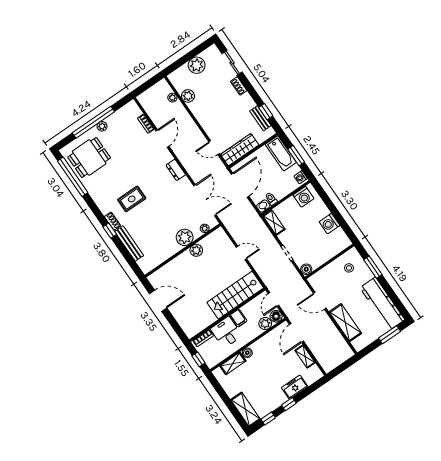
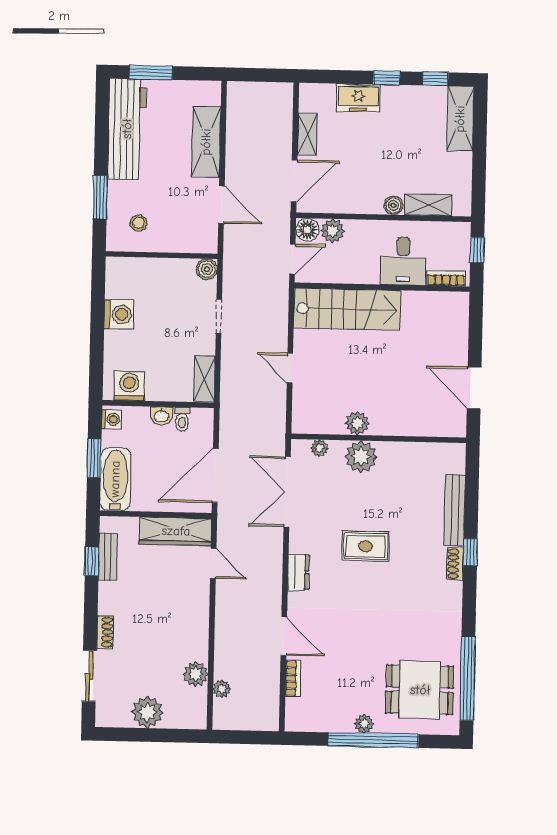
door: (162, 139) -> (284, 636), swing flipped
rug: (132, 199) -> (365, 546), moved
washbasin: (263, 206) -> (162, 416), moved
filing cabinet: (238, 318) -> (368, 270), removed

